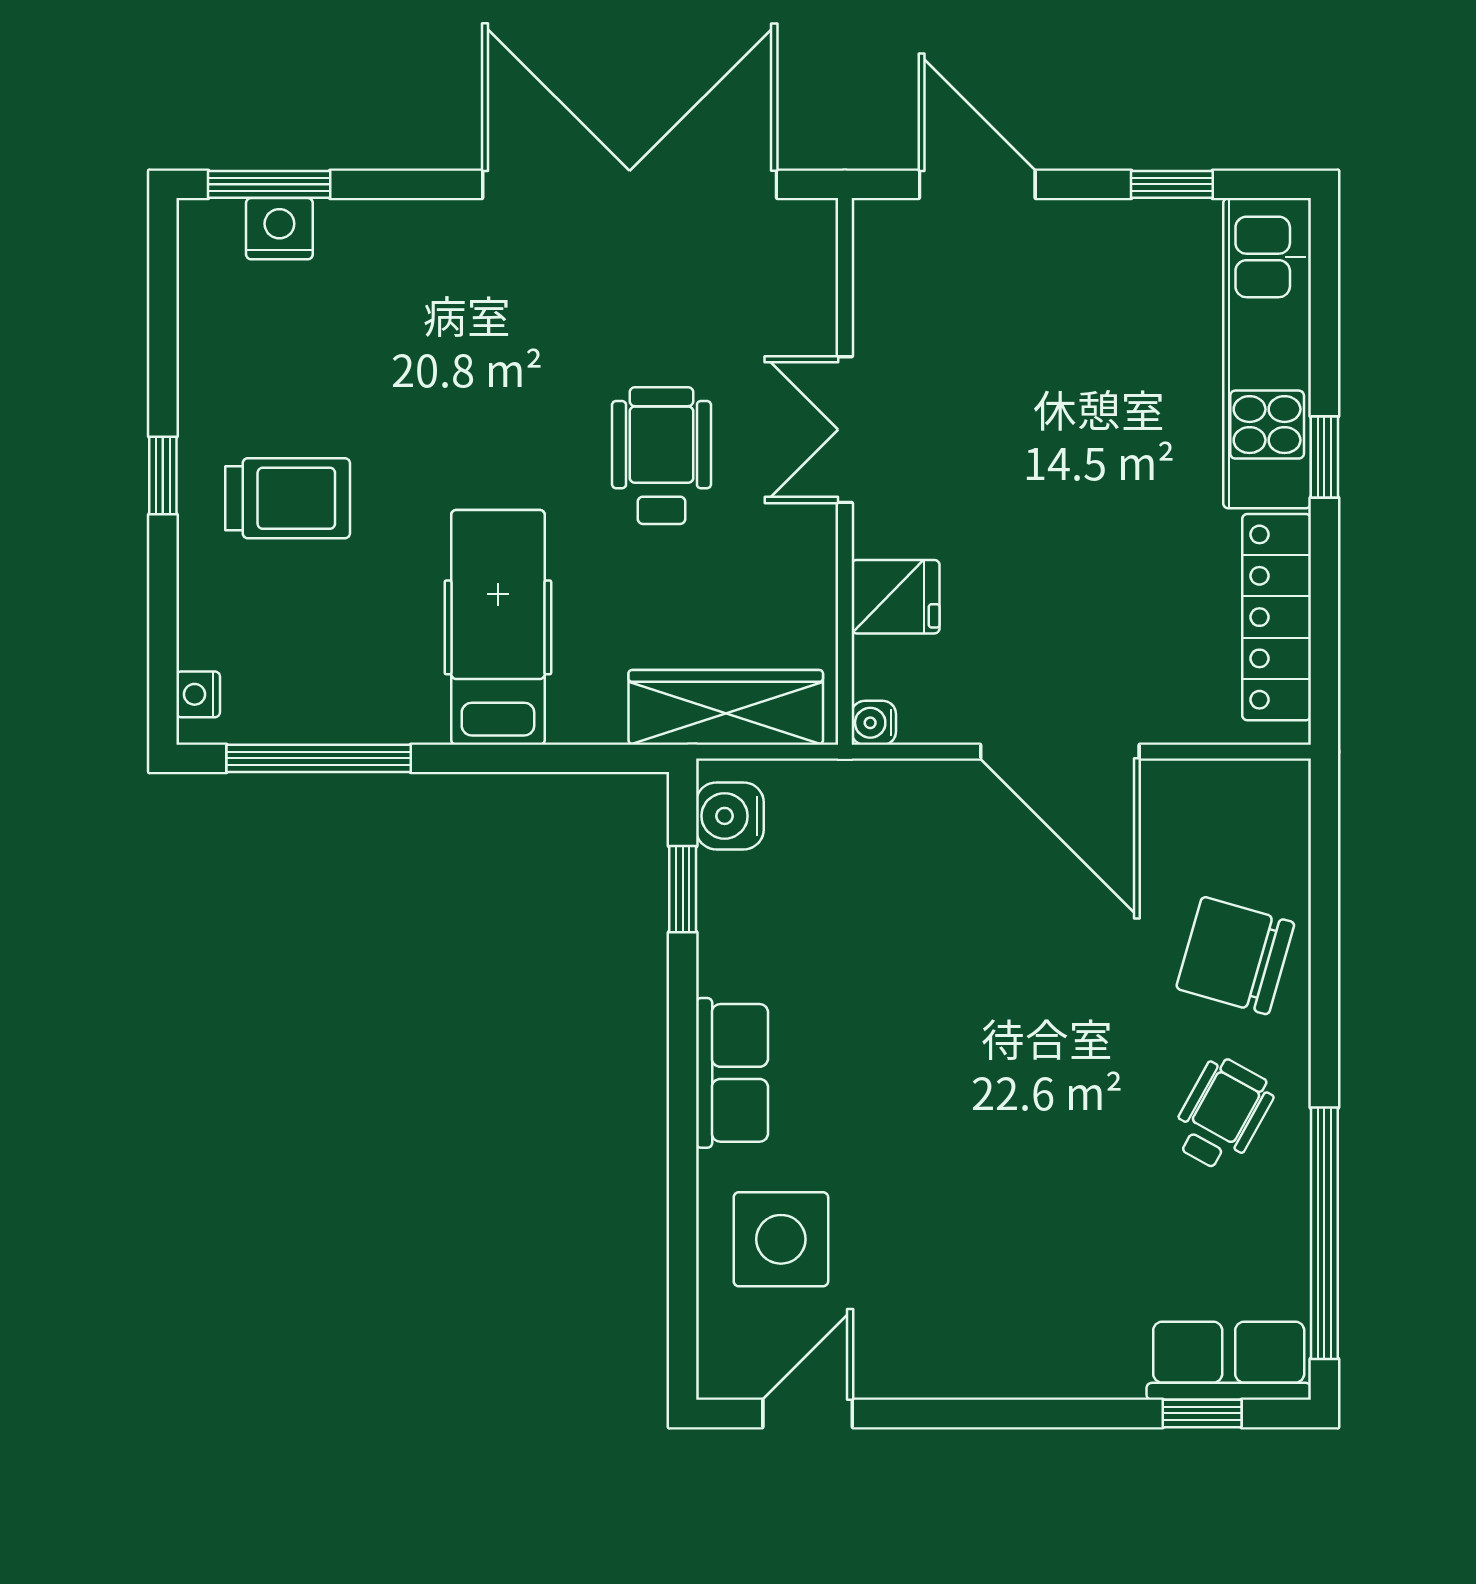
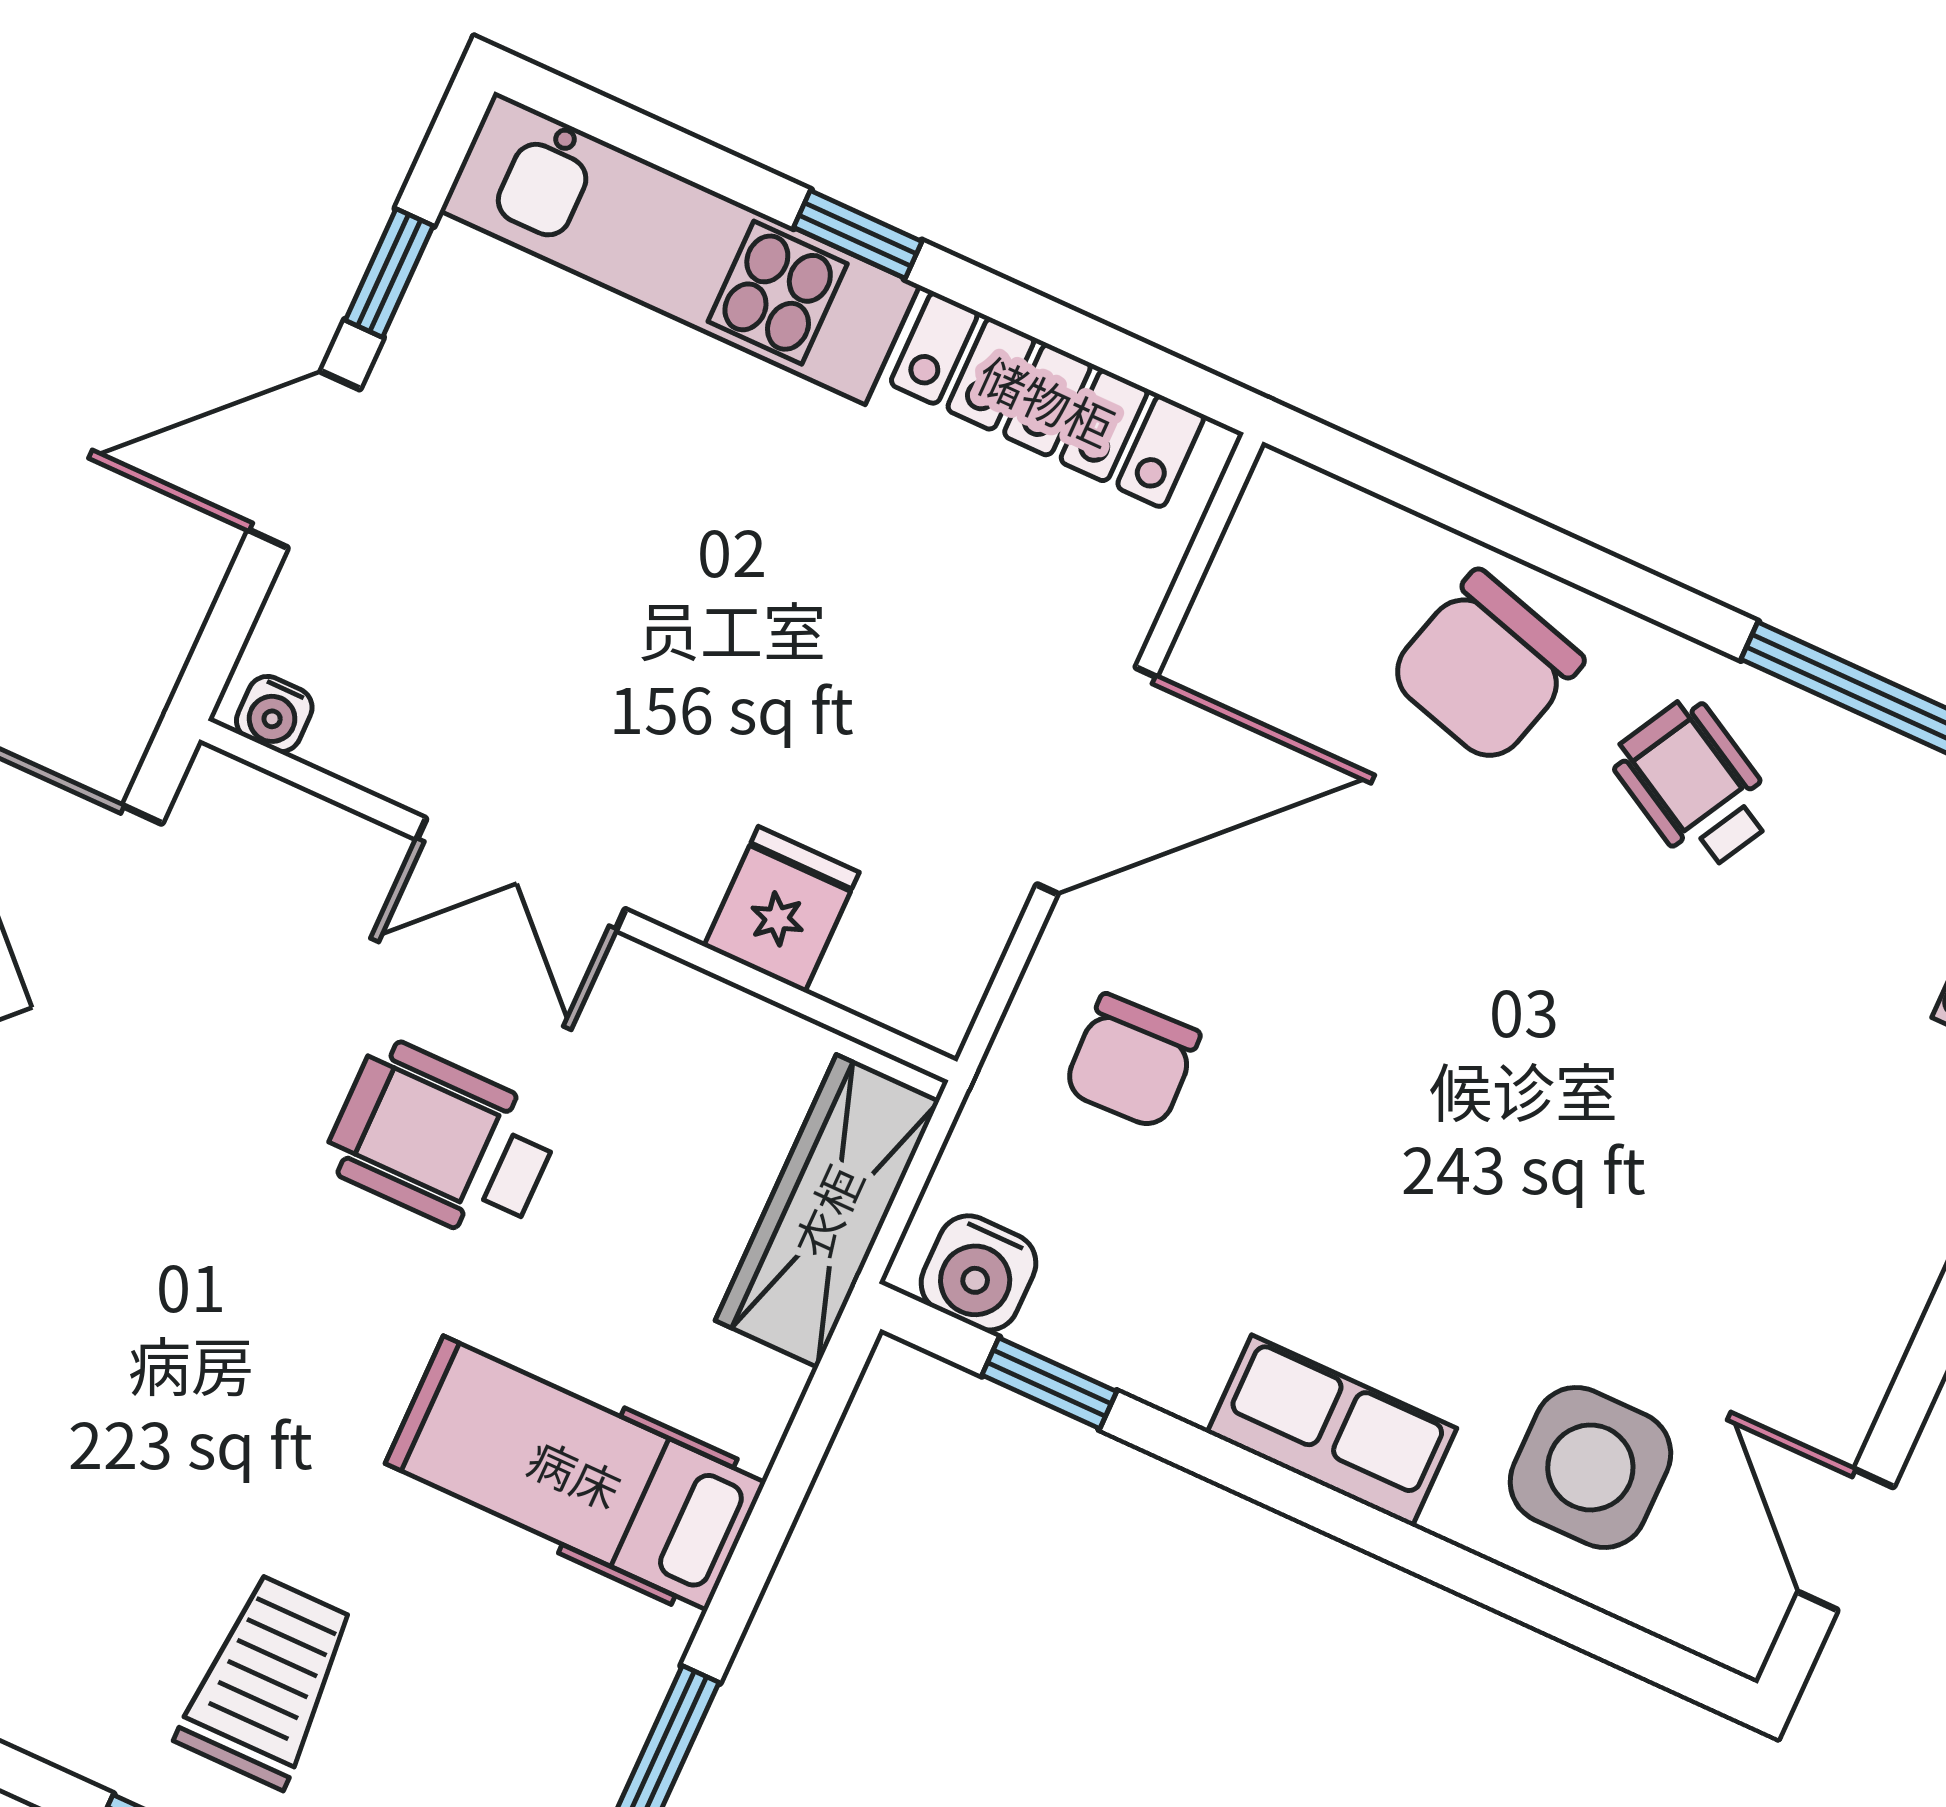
door: (977, 184) -> (304, 460), moved
water cooler: (874, 723) -> (274, 714), moved
chair: (900, 850) -> (1132, 1062), added

